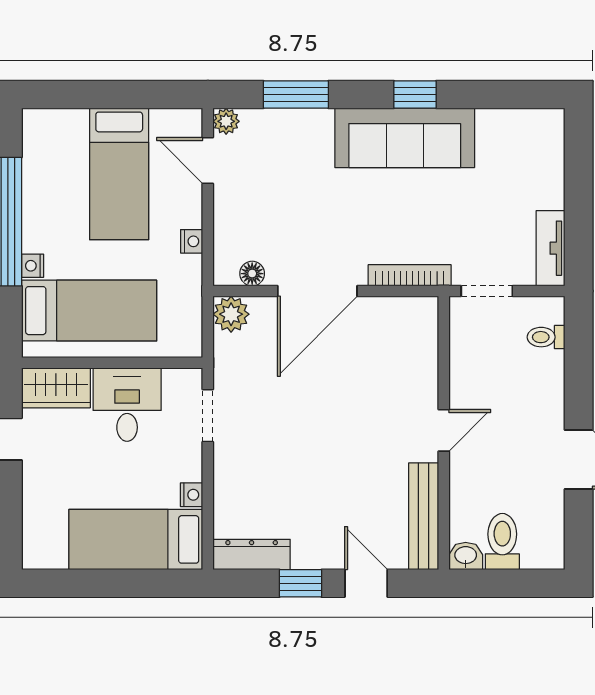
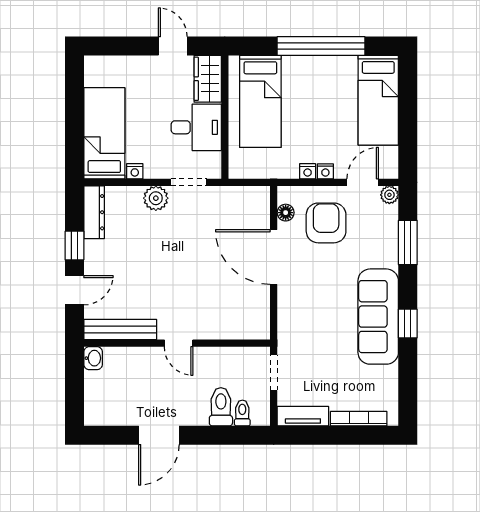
bed: (119, 174) -> (378, 100), moved, turned -90
armchair: (267, 214) -> (326, 223), added
nightstand: (33, 266) -> (325, 171), moved, turned 180
bookcase: (410, 275) -> (359, 419), moved, turned -90
plant: (231, 314) -> (156, 198), moved
toilet: (502, 542) -> (221, 407), moved, turned -90

